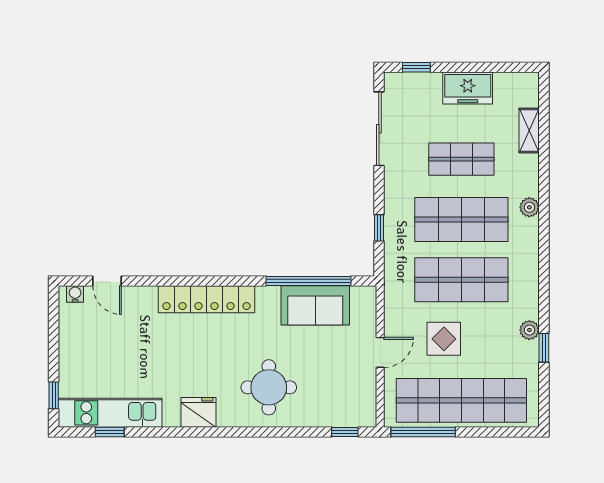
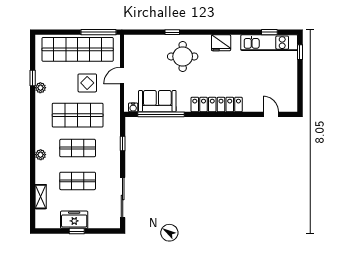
window: (416, 67) -> (77, 231), moved
shop shelf: (461, 219) -> (78, 148), width x0.70, depth x0.74
water cooler: (75, 294) -> (133, 107), moved
window: (345, 432) -> (172, 32), moved

